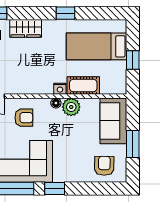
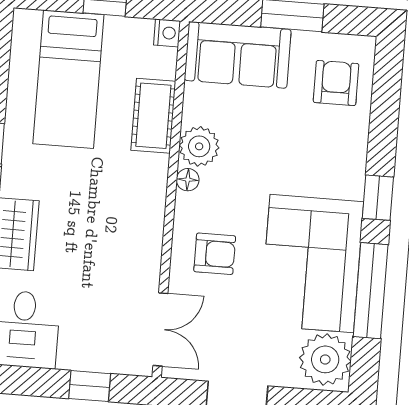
nightstand: (60, 89) -> (167, 33), moved
armchair: (24, 118) -> (215, 254), turned 90
armchair: (104, 166) -> (336, 83), turned 89

